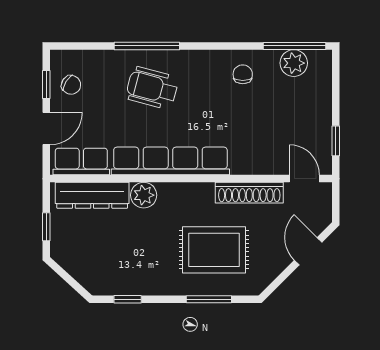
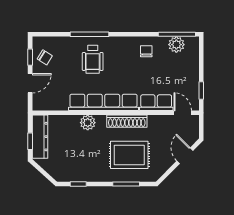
wheelchair: (152, 88) -> (93, 59), turned -105
row of seats: (81, 161) -> (156, 103), moved
shoe rack: (249, 193) -> (127, 121), moved
dresser: (92, 195) -> (40, 137), moved, turned -90

